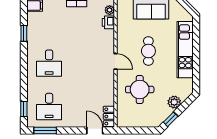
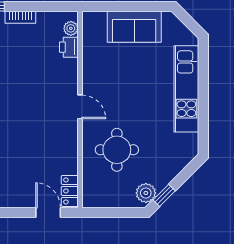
cafe table: (148, 51) -> (130, 91), removed
plant: (174, 102) -> (146, 193), moved

